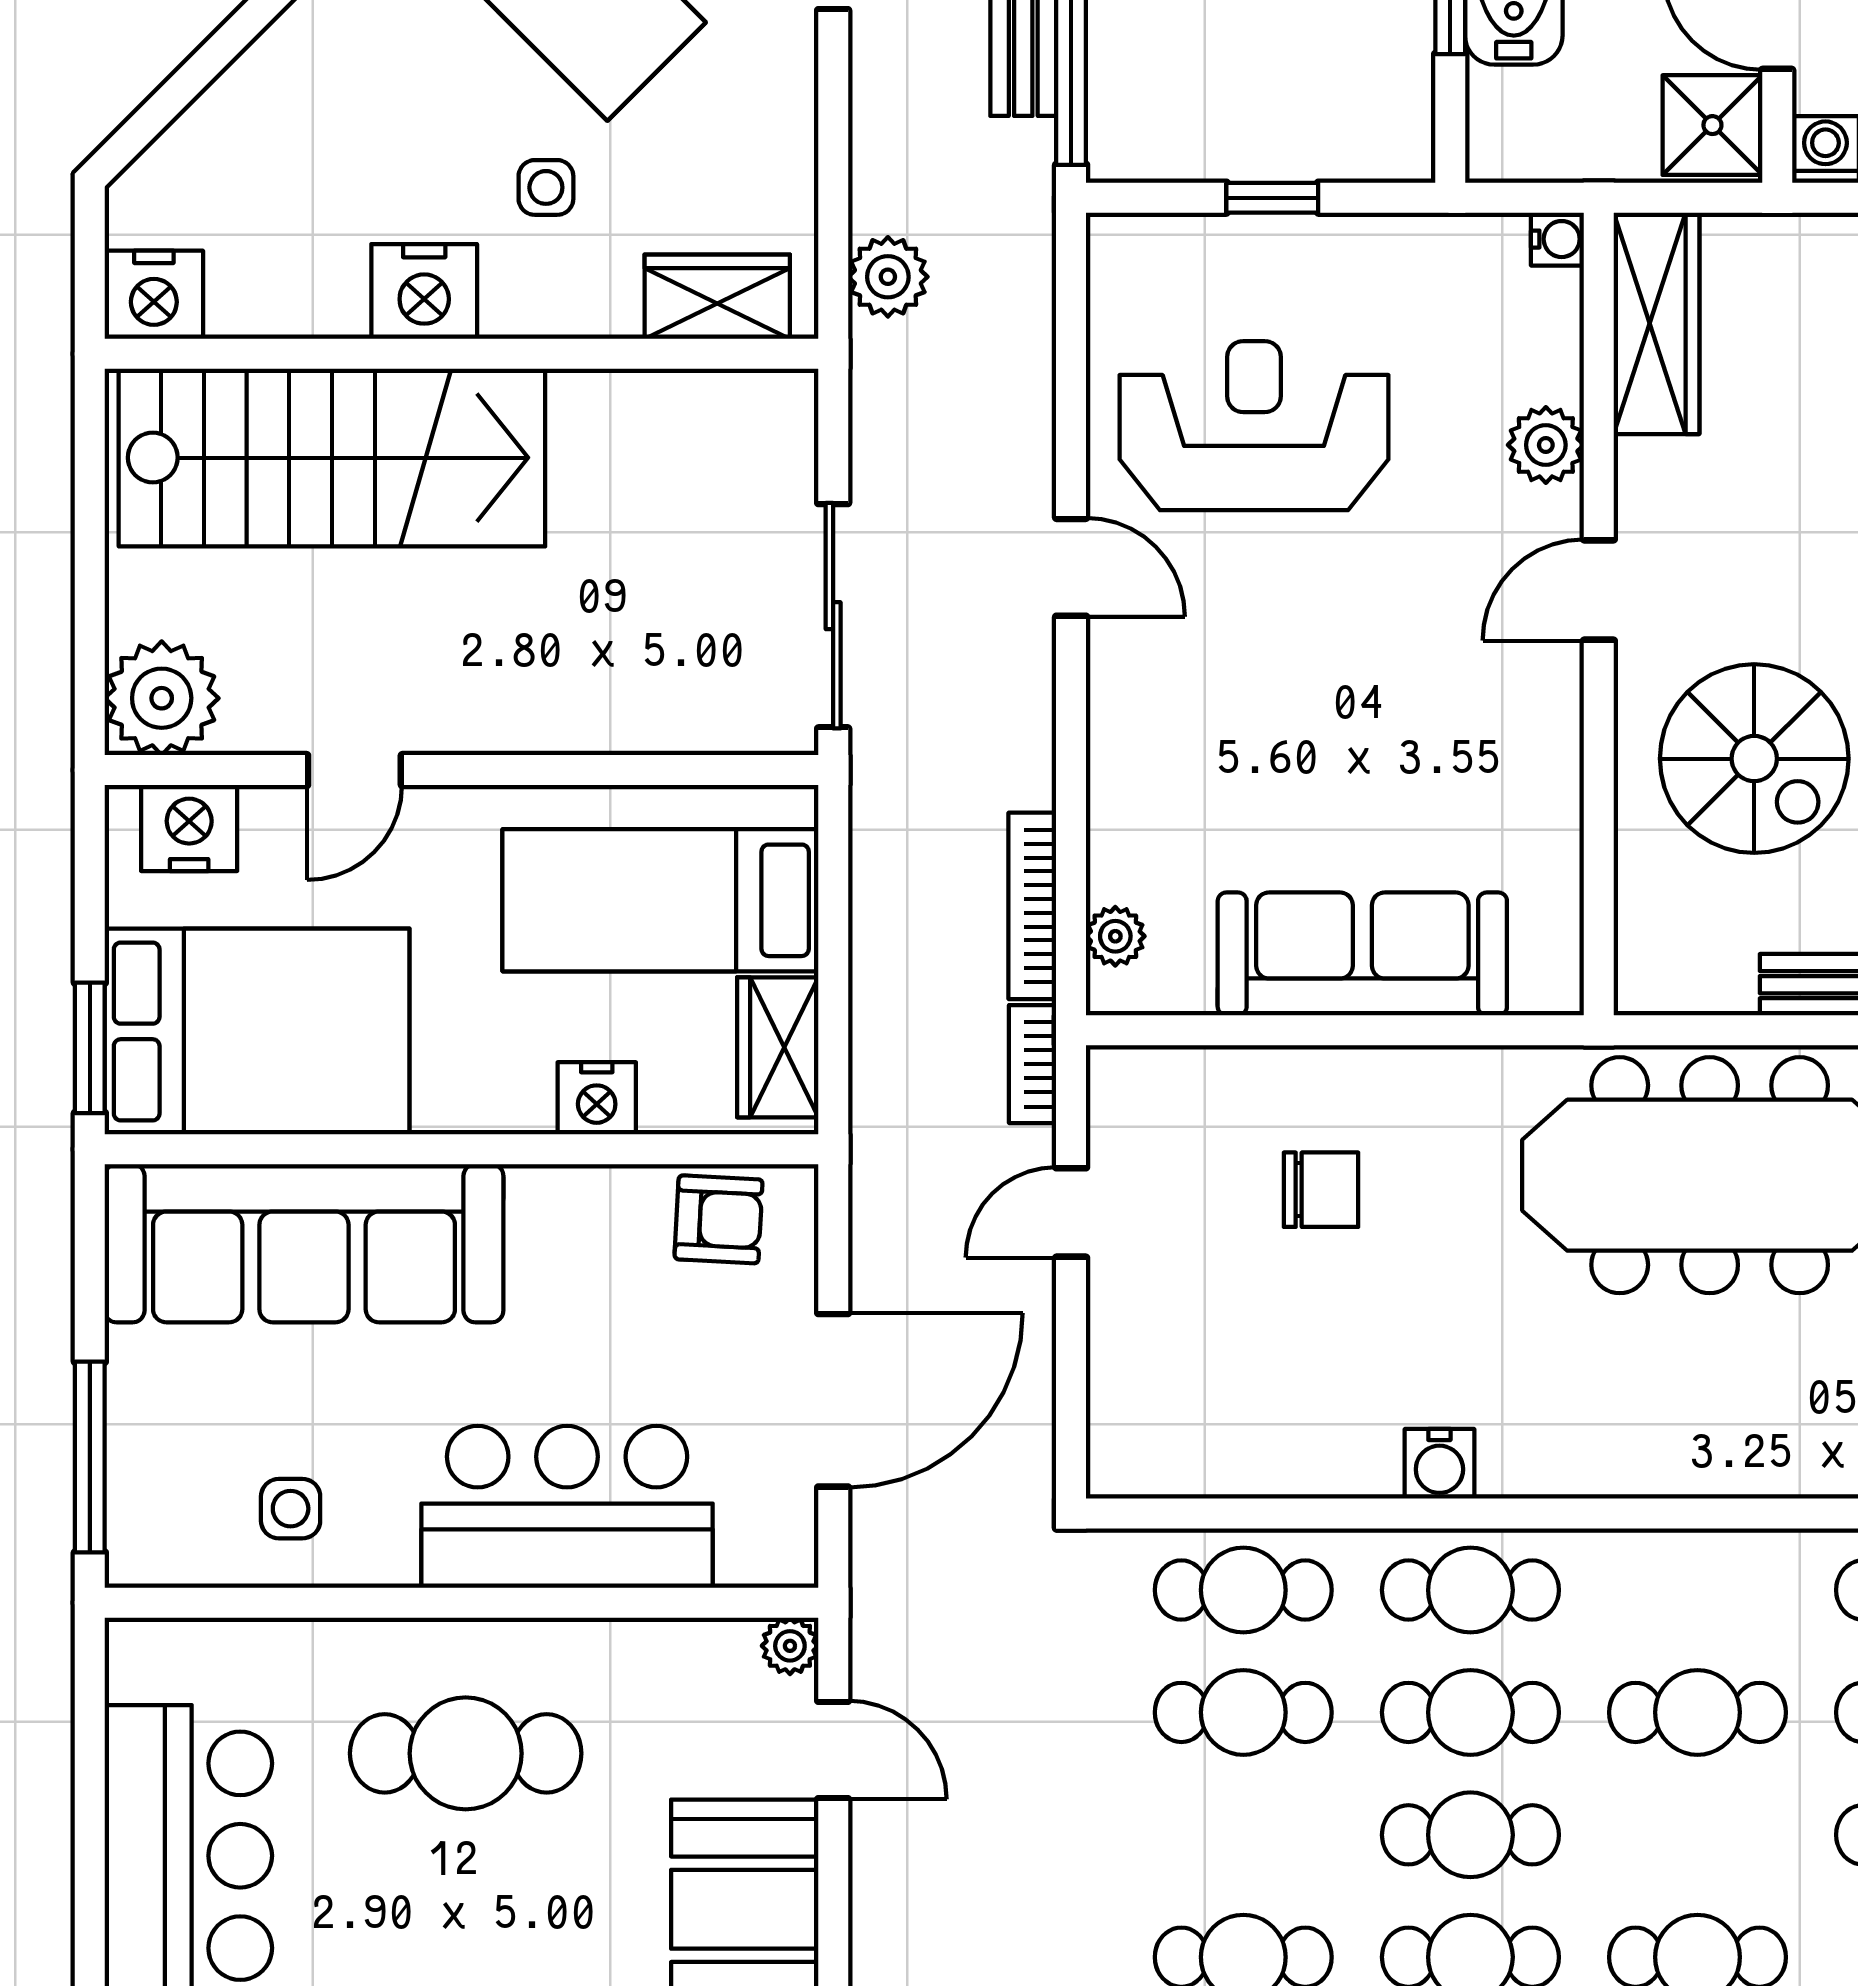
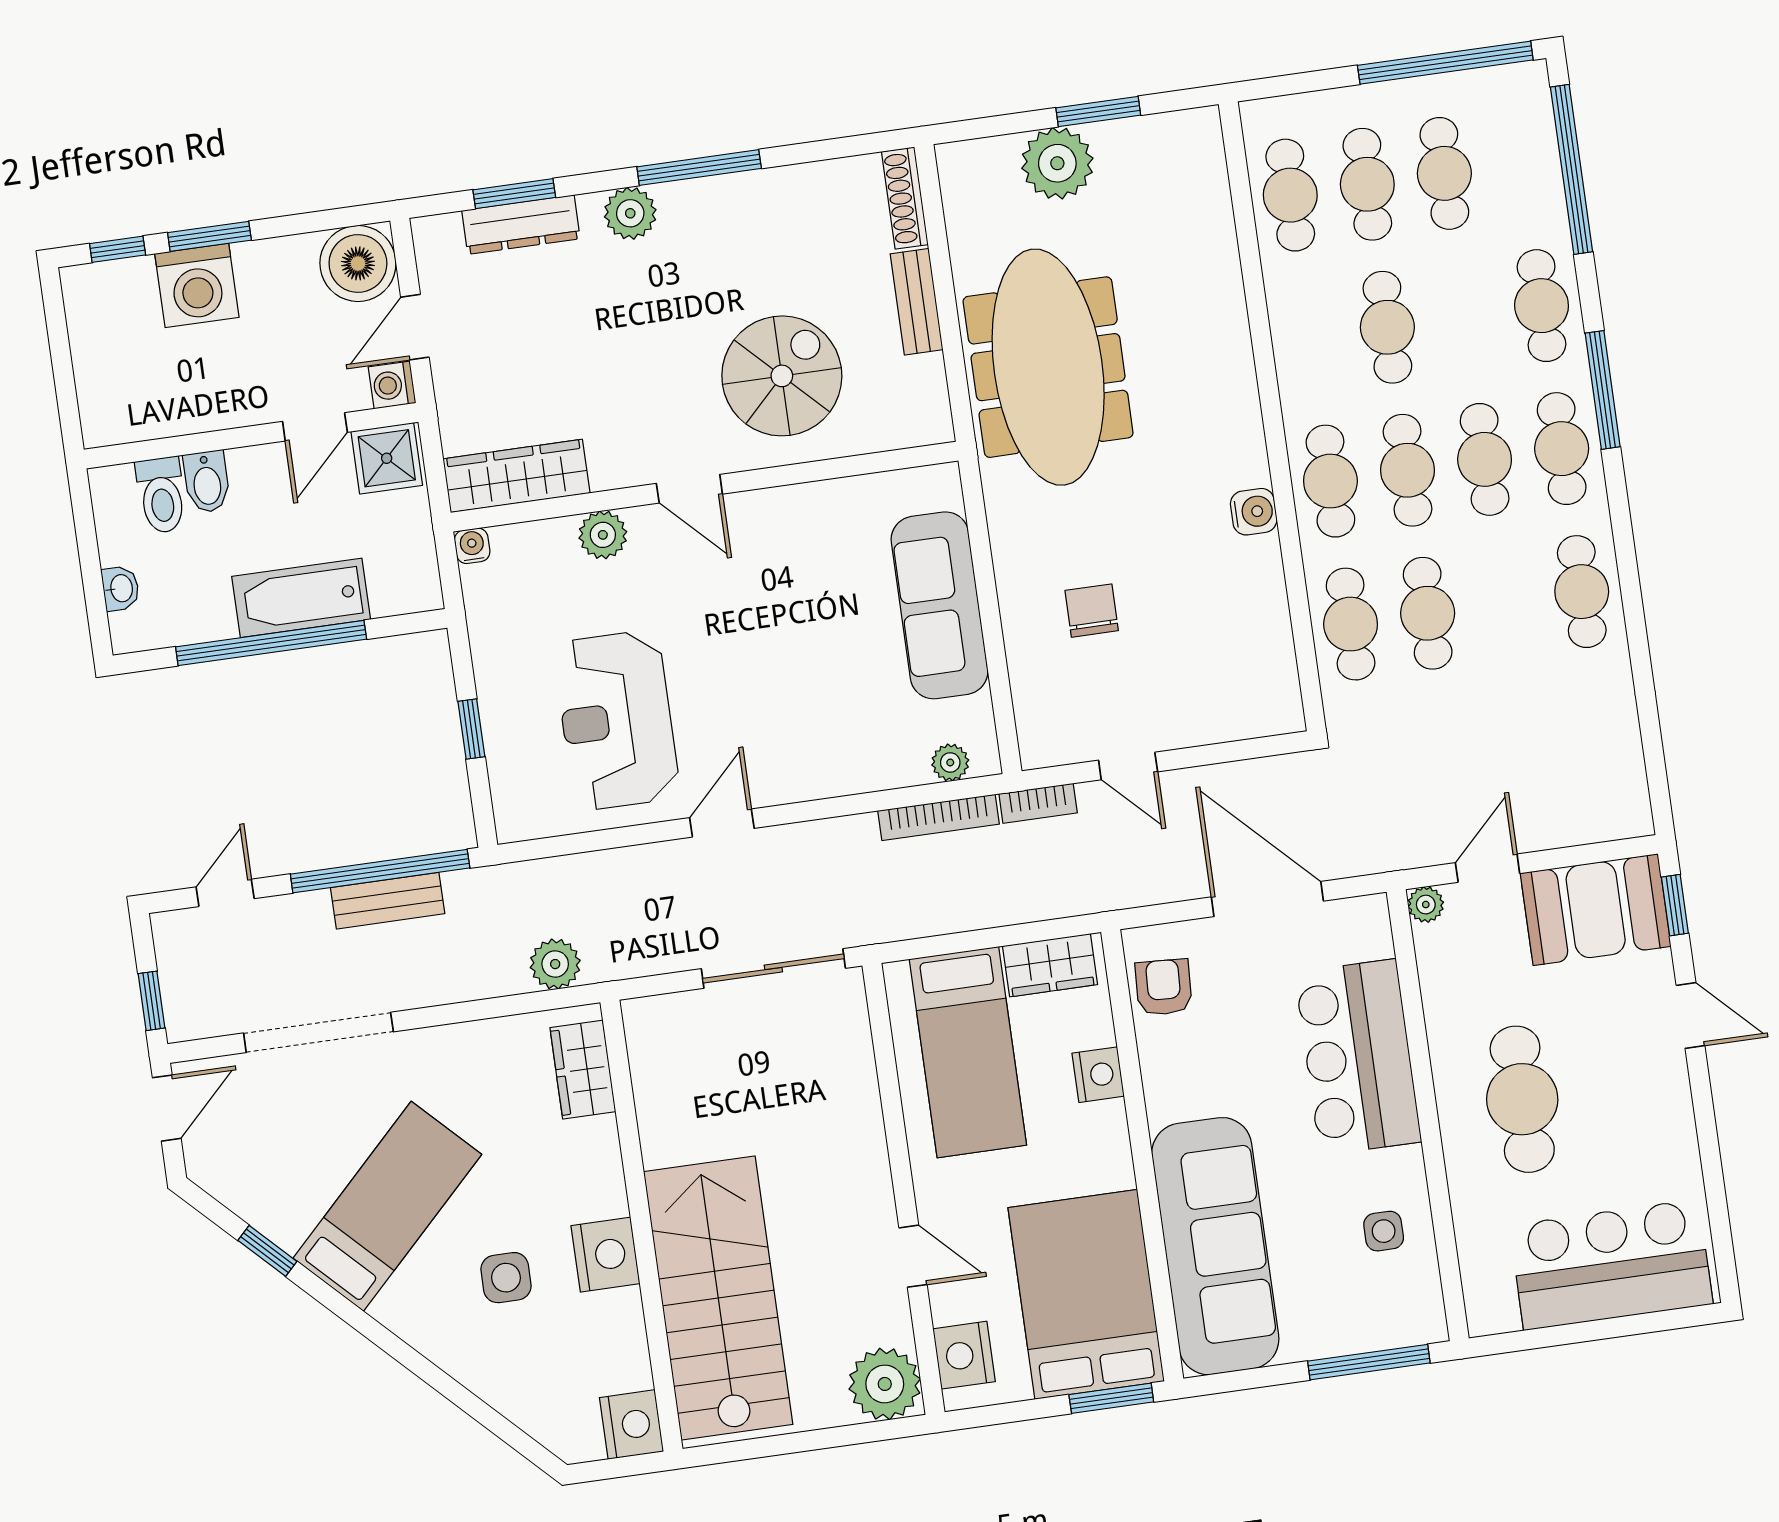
side table: (546, 187) -> (506, 1278), moved, width x1.37, depth x1.37

